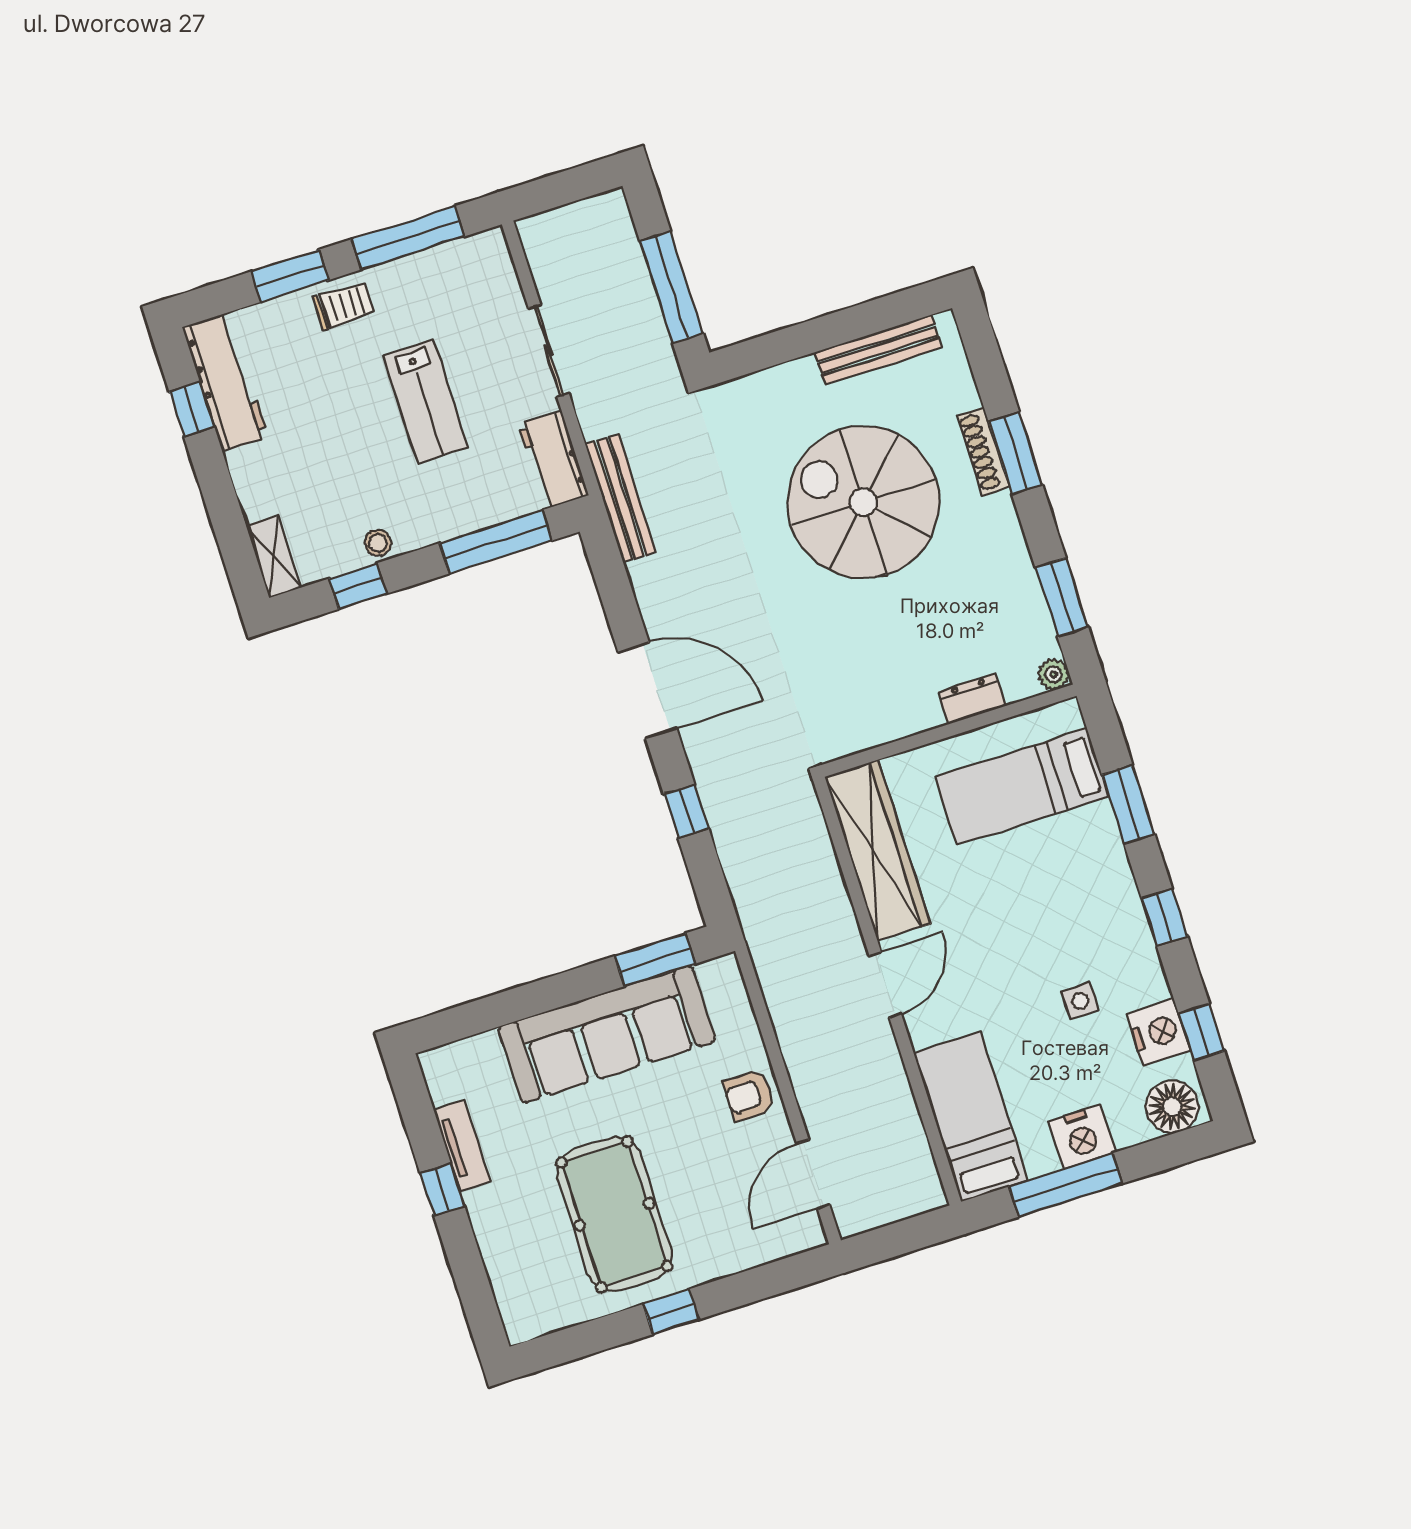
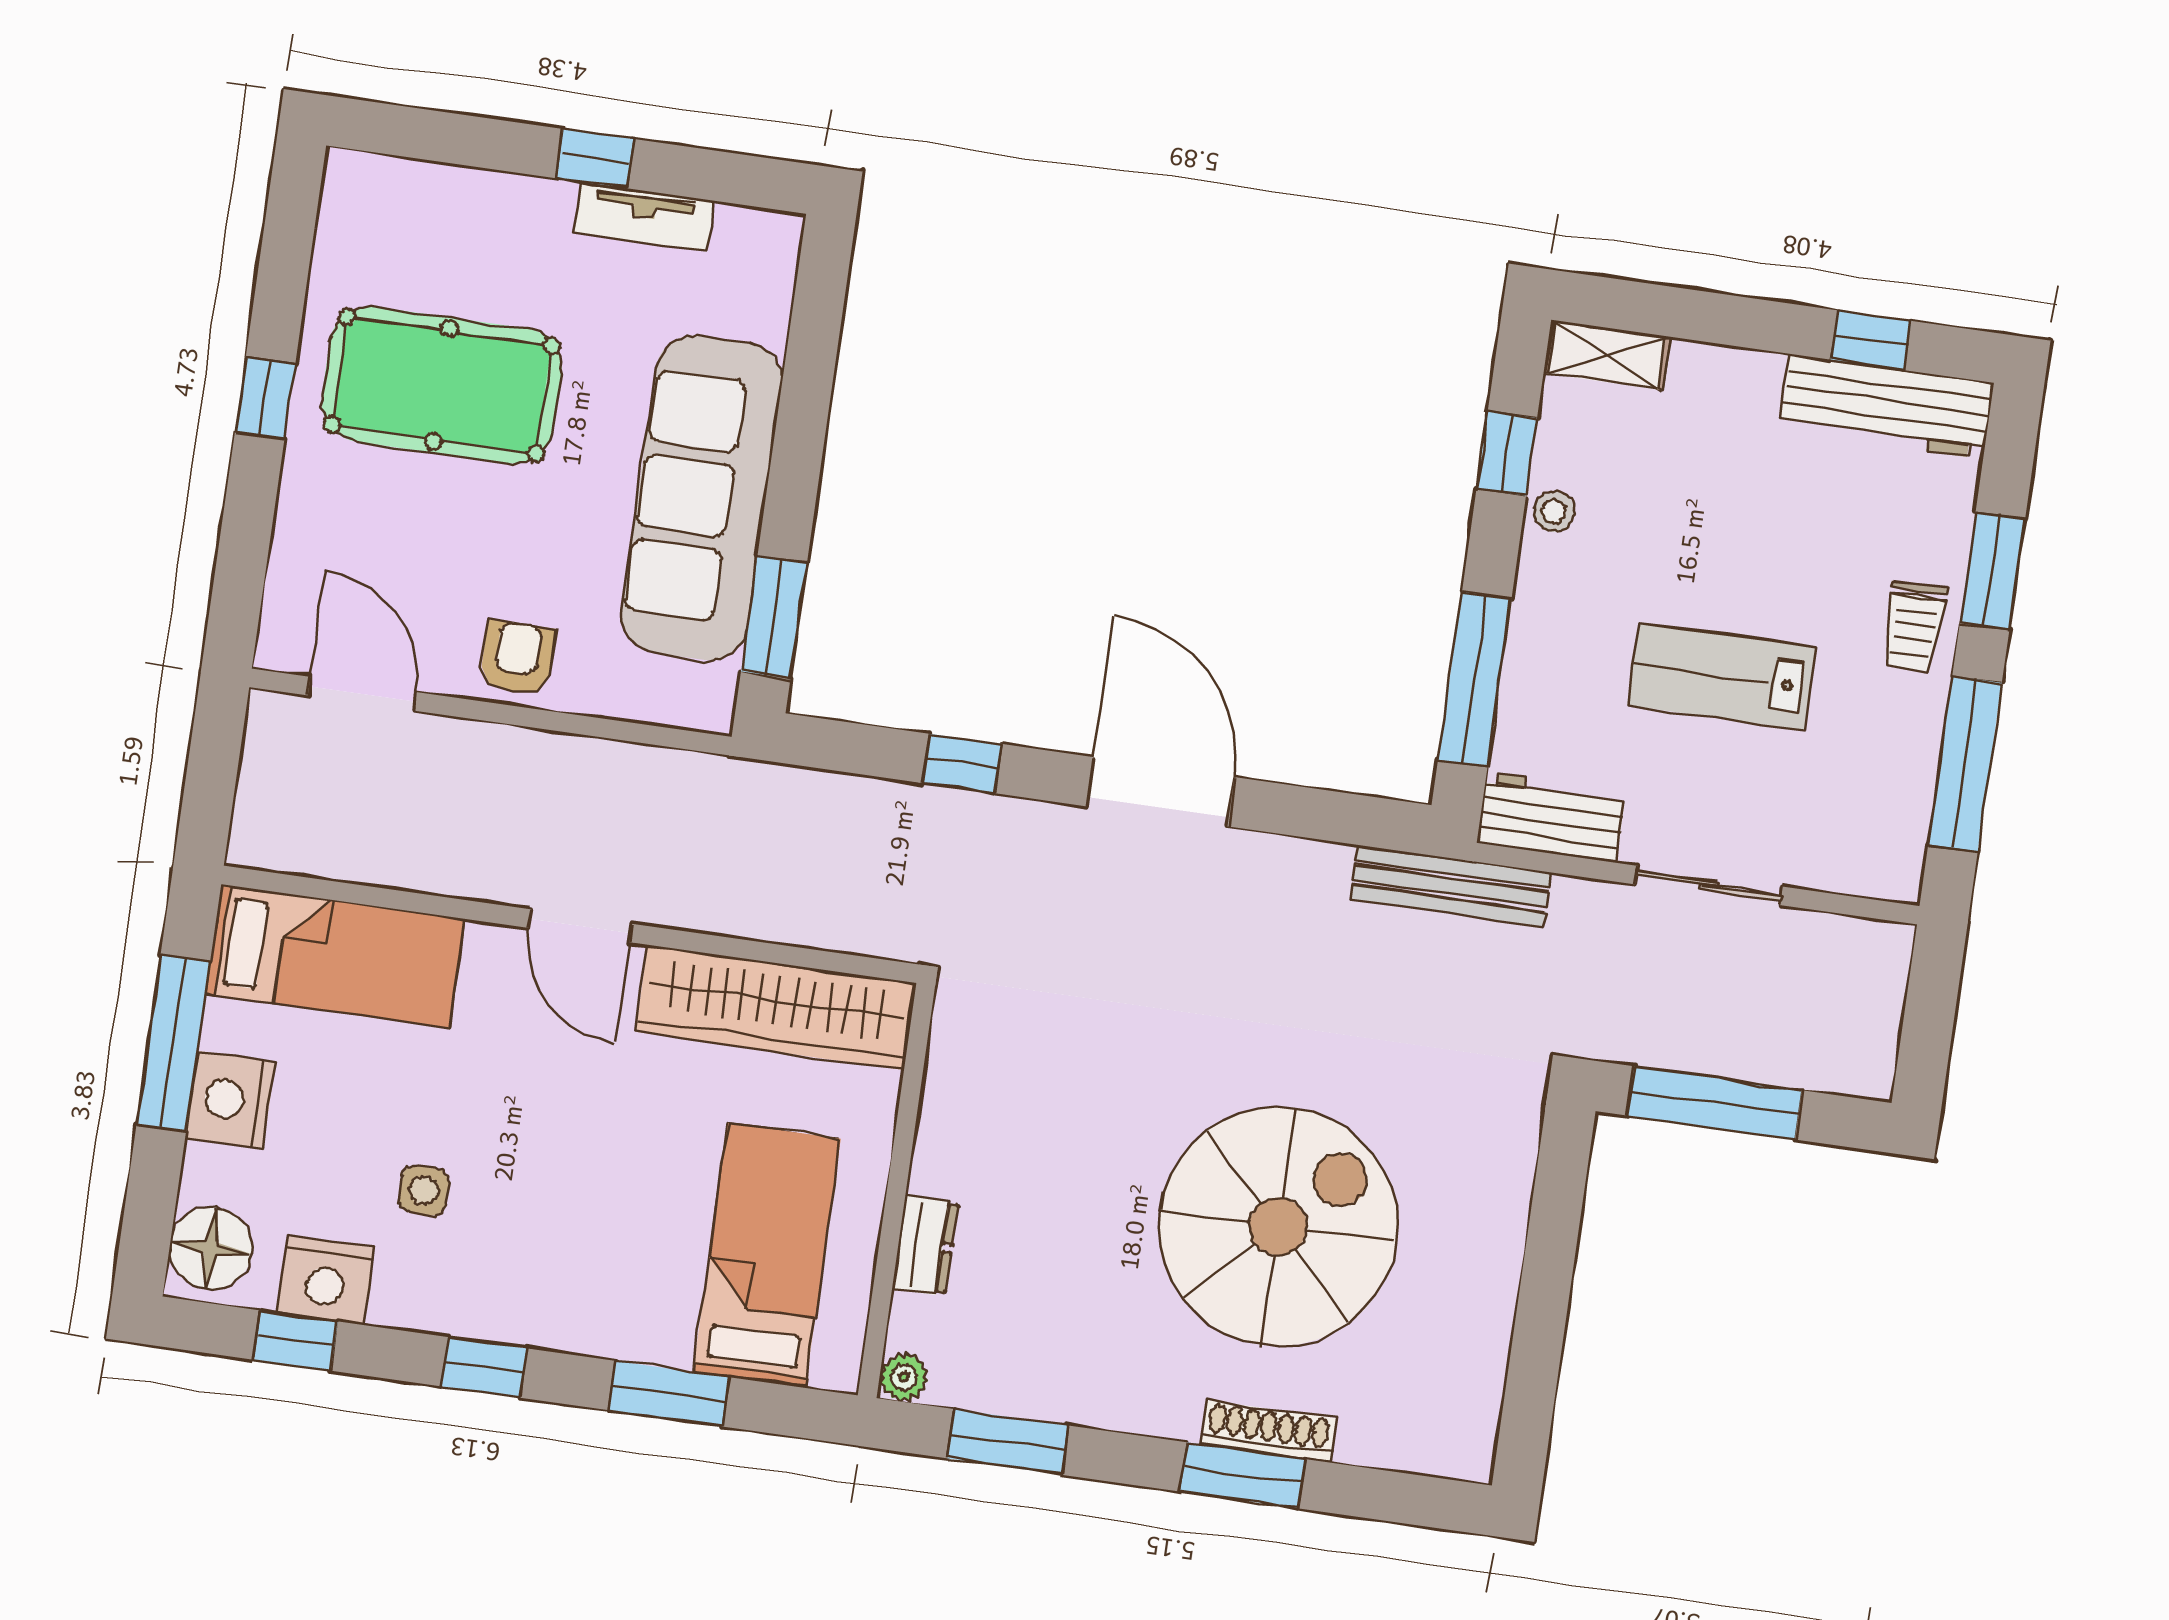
bench: (878, 350) -> (1484, 1352), removed
door: (647, 690) -> (1160, 792), swing flipped

